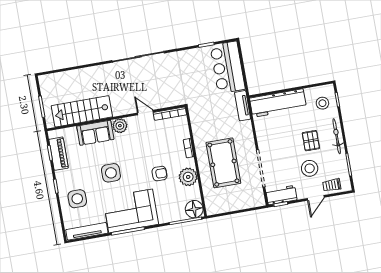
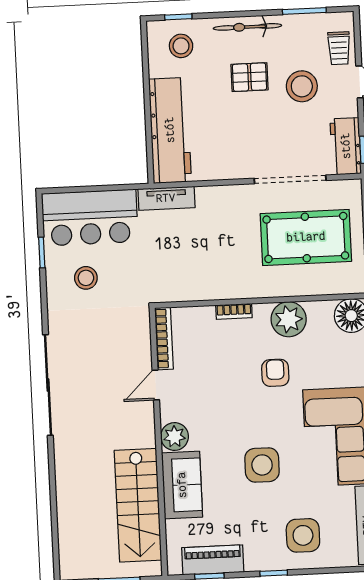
stool: (196, 69) -> (86, 278), added
pool table: (223, 163) -> (306, 237), moved

